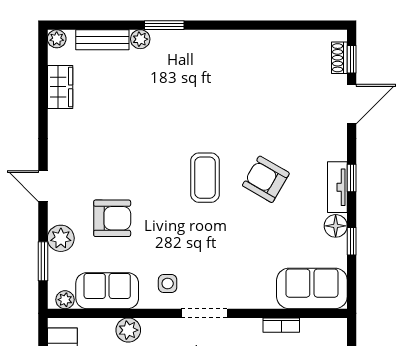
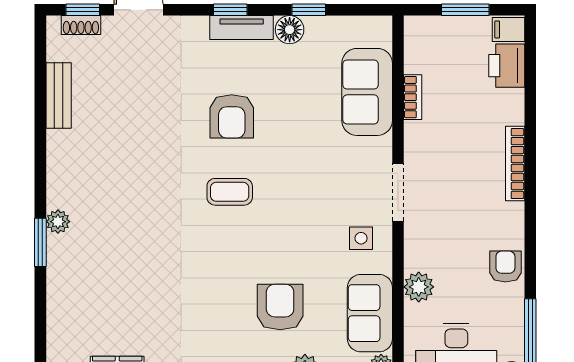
plant: (140, 39) -> (58, 222), moved
bench: (102, 40) -> (59, 95), moved
coffee table: (205, 178) -> (230, 192), width x0.73, depth x0.77
armchair: (266, 179) -> (232, 116), turned -30
sofa: (312, 288) -> (367, 92), moved

